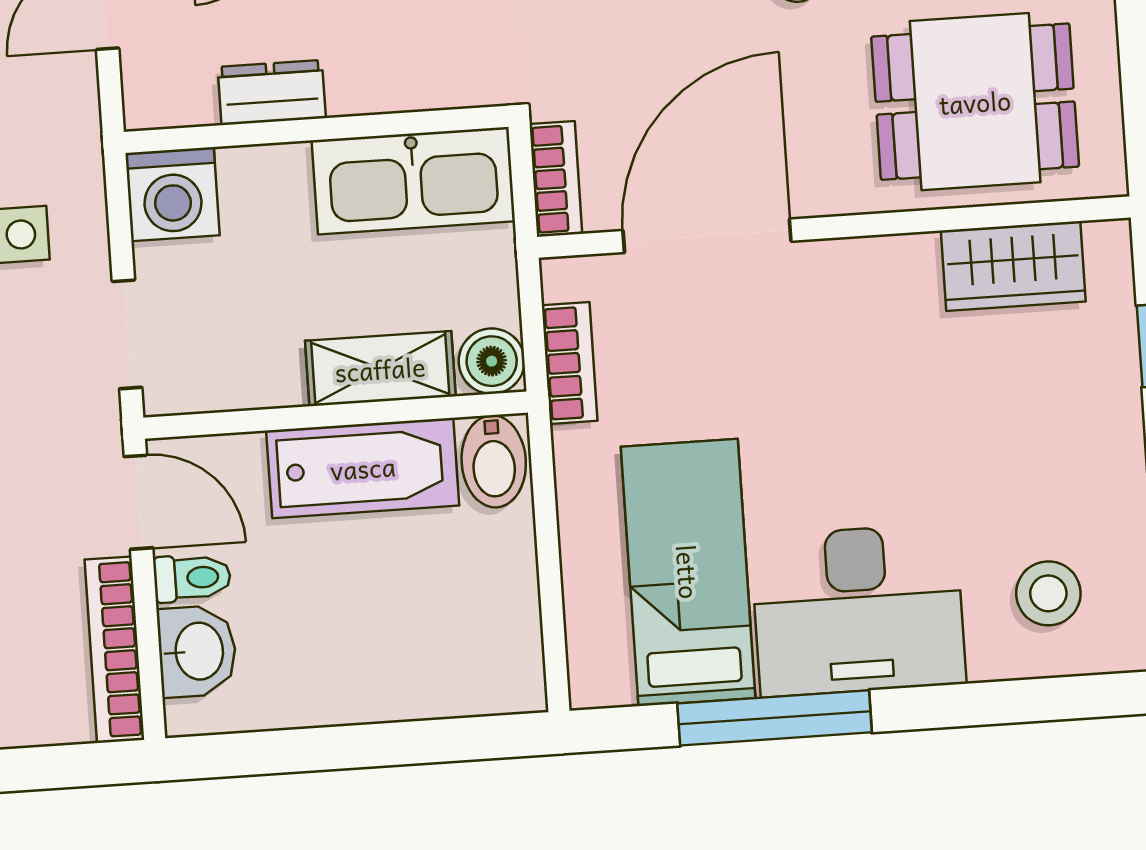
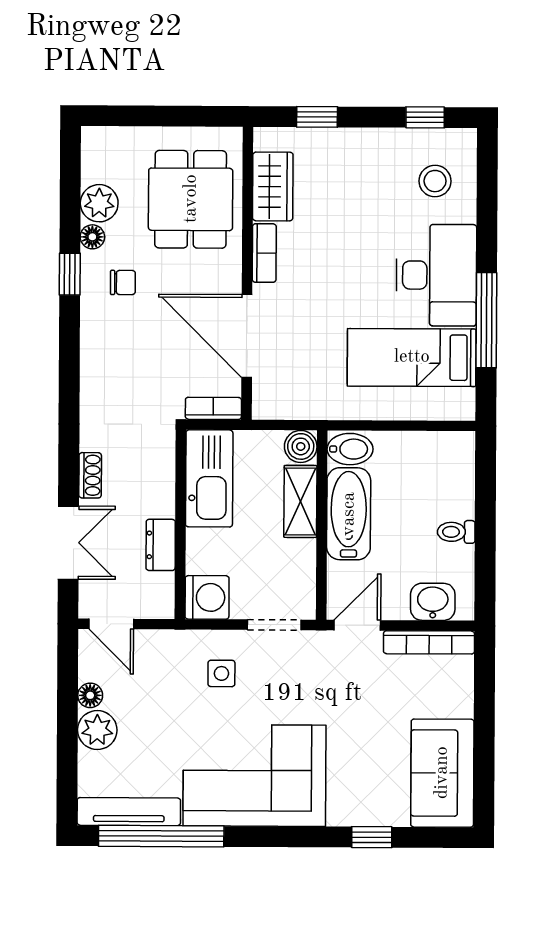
bookcase: (570, 363) -> (264, 253), moved, turned 90
toilet: (192, 578) -> (456, 532), moved, turned -90

